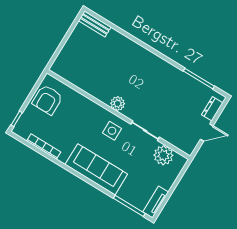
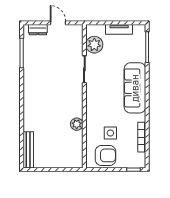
bench: (95, 24) -> (28, 150), width x1.36
plant: (118, 104) -> (77, 124), moved
side table: (112, 131) -> (110, 133), moved
tv unit: (156, 202) -> (119, 29), moved

